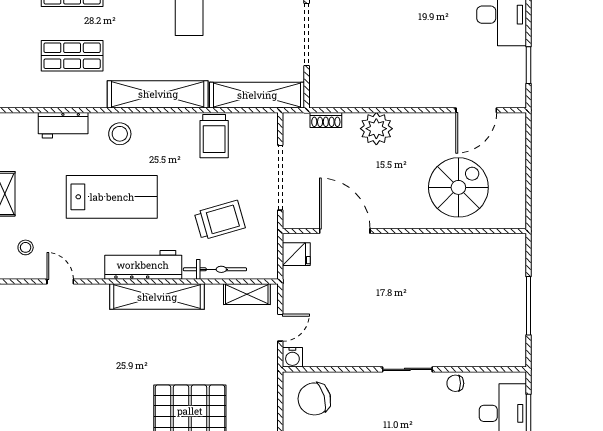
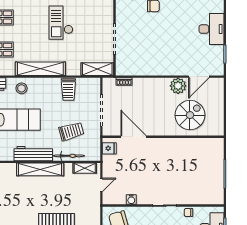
shelving: (257, 95) -> (97, 69), width x0.68
plant: (376, 129) -> (178, 86), moved
water cooler: (292, 357) -> (131, 200), moved

